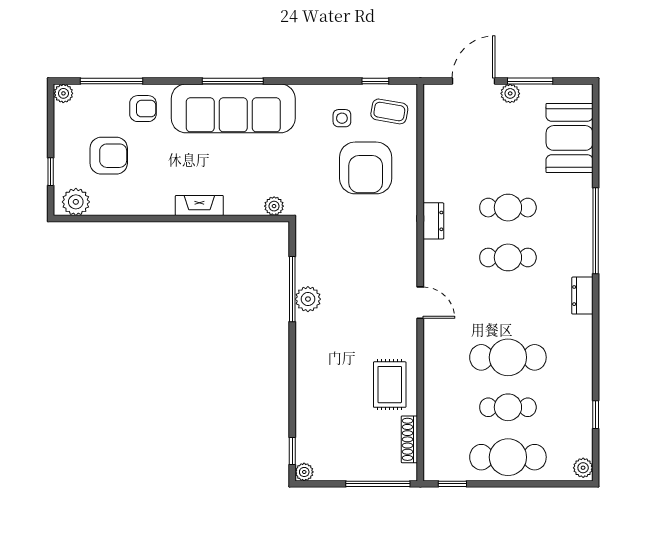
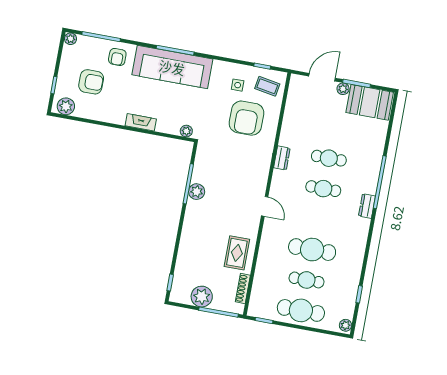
armchair: (143, 109) -> (117, 57), turned 90
booth: (569, 138) -> (370, 102), moved, turned 90
dresser: (582, 296) -> (367, 206), moved
plant: (304, 472) -> (202, 297), moved, width x1.87, depth x1.87

